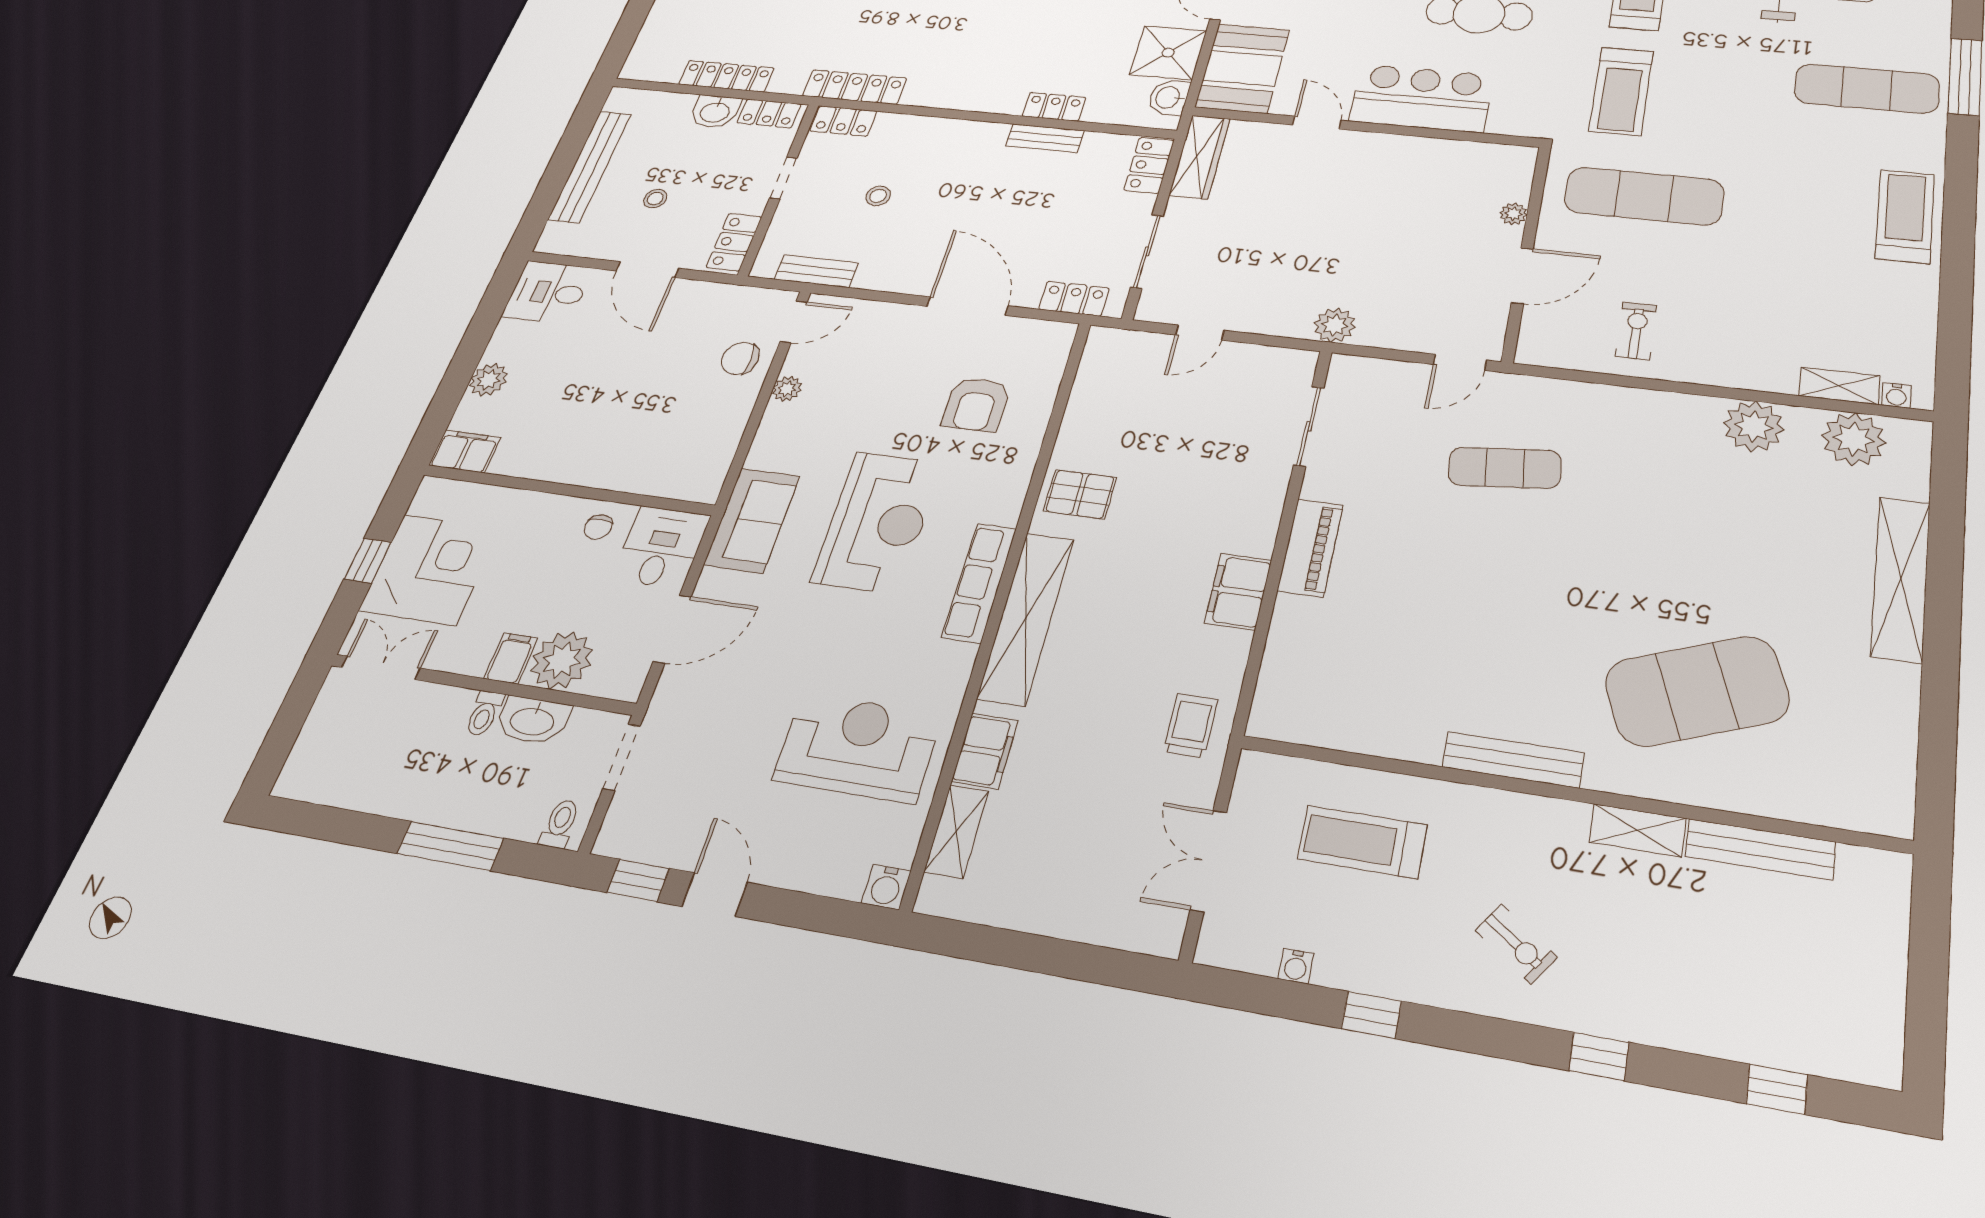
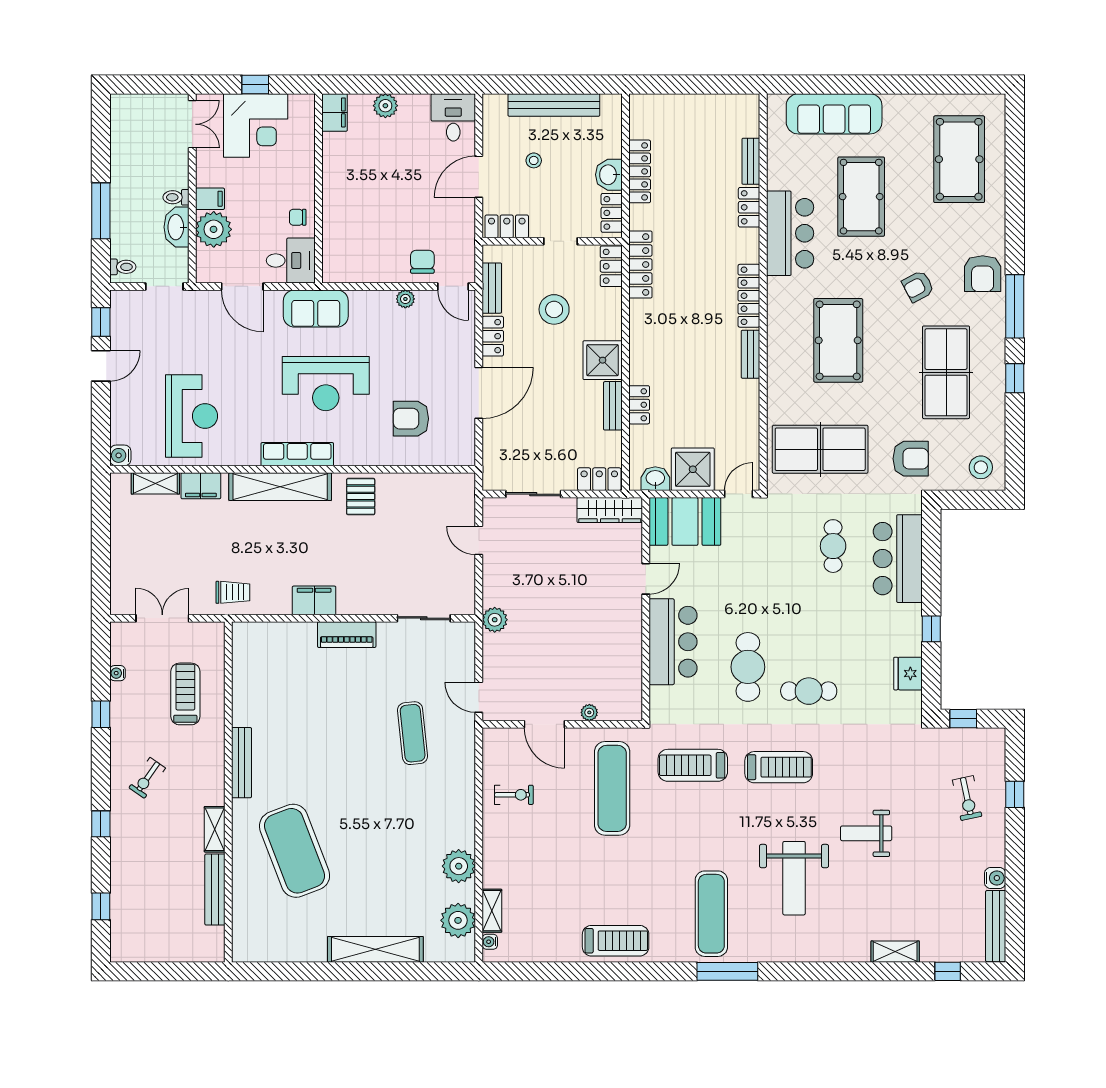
shower: (974, 144) -> (603, 360), added
stool: (878, 196) -> (554, 309), width x1.89, depth x1.89
locker: (1074, 299) -> (493, 336), moved

